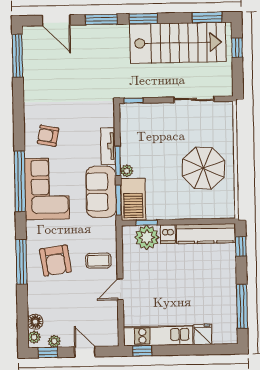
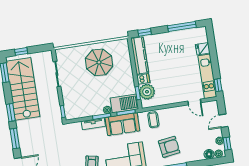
coffee table: (98, 261) -> (153, 120), moved
door: (120, 289) -> (194, 102), moved

